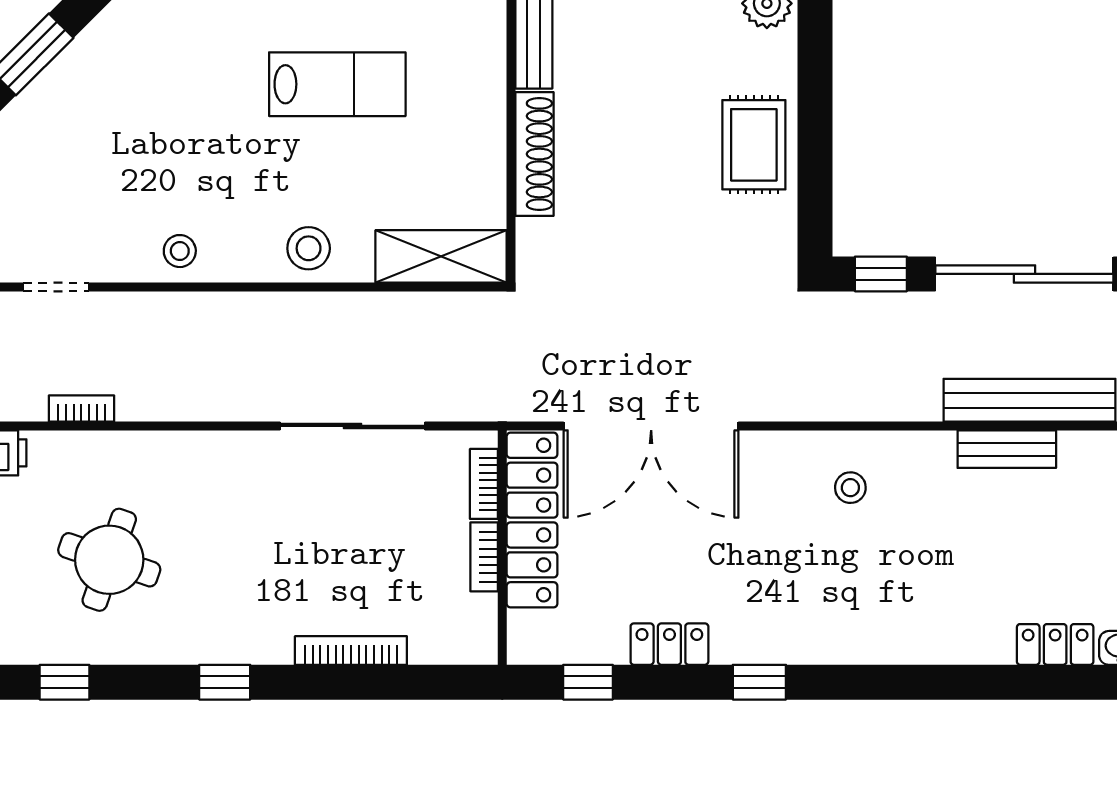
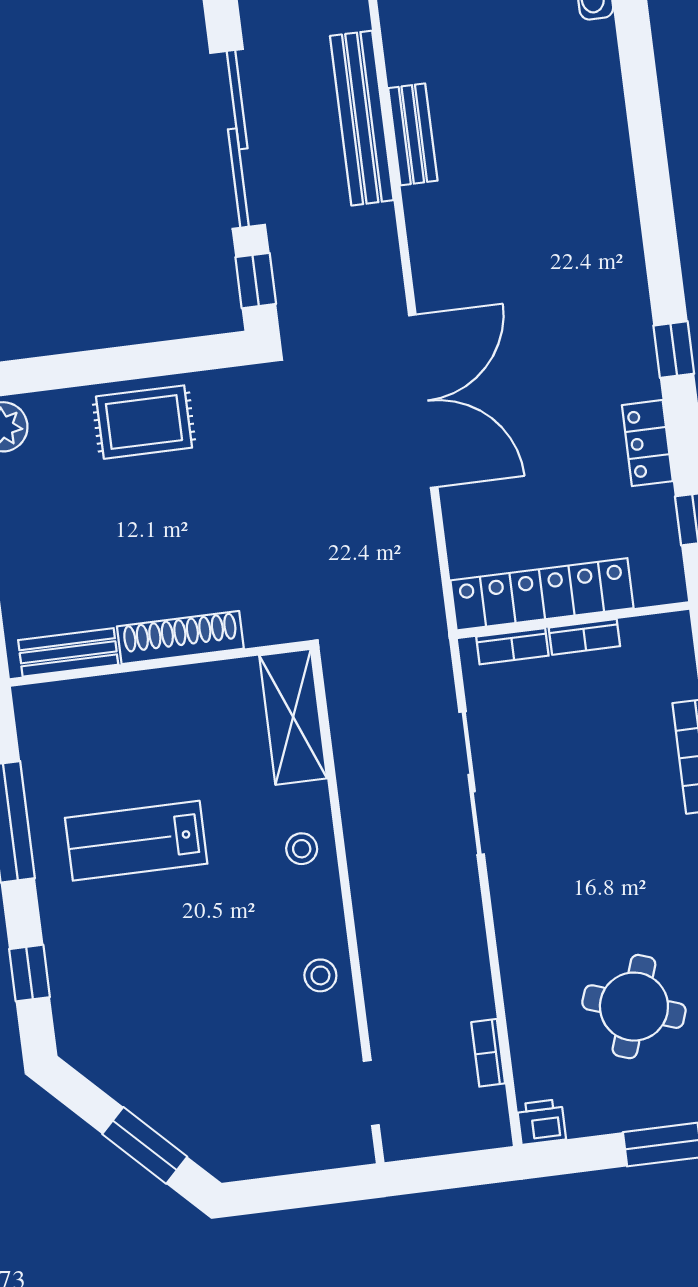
lab bench: (337, 84) -> (136, 841), turned -90
stool: (309, 248) -> (302, 849), width x0.73, depth x0.73
double door: (651, 426) -> (423, 401), moved
stool: (850, 488) -> (470, 284), removed
locker: (1055, 644) -> (600, 62), removed

